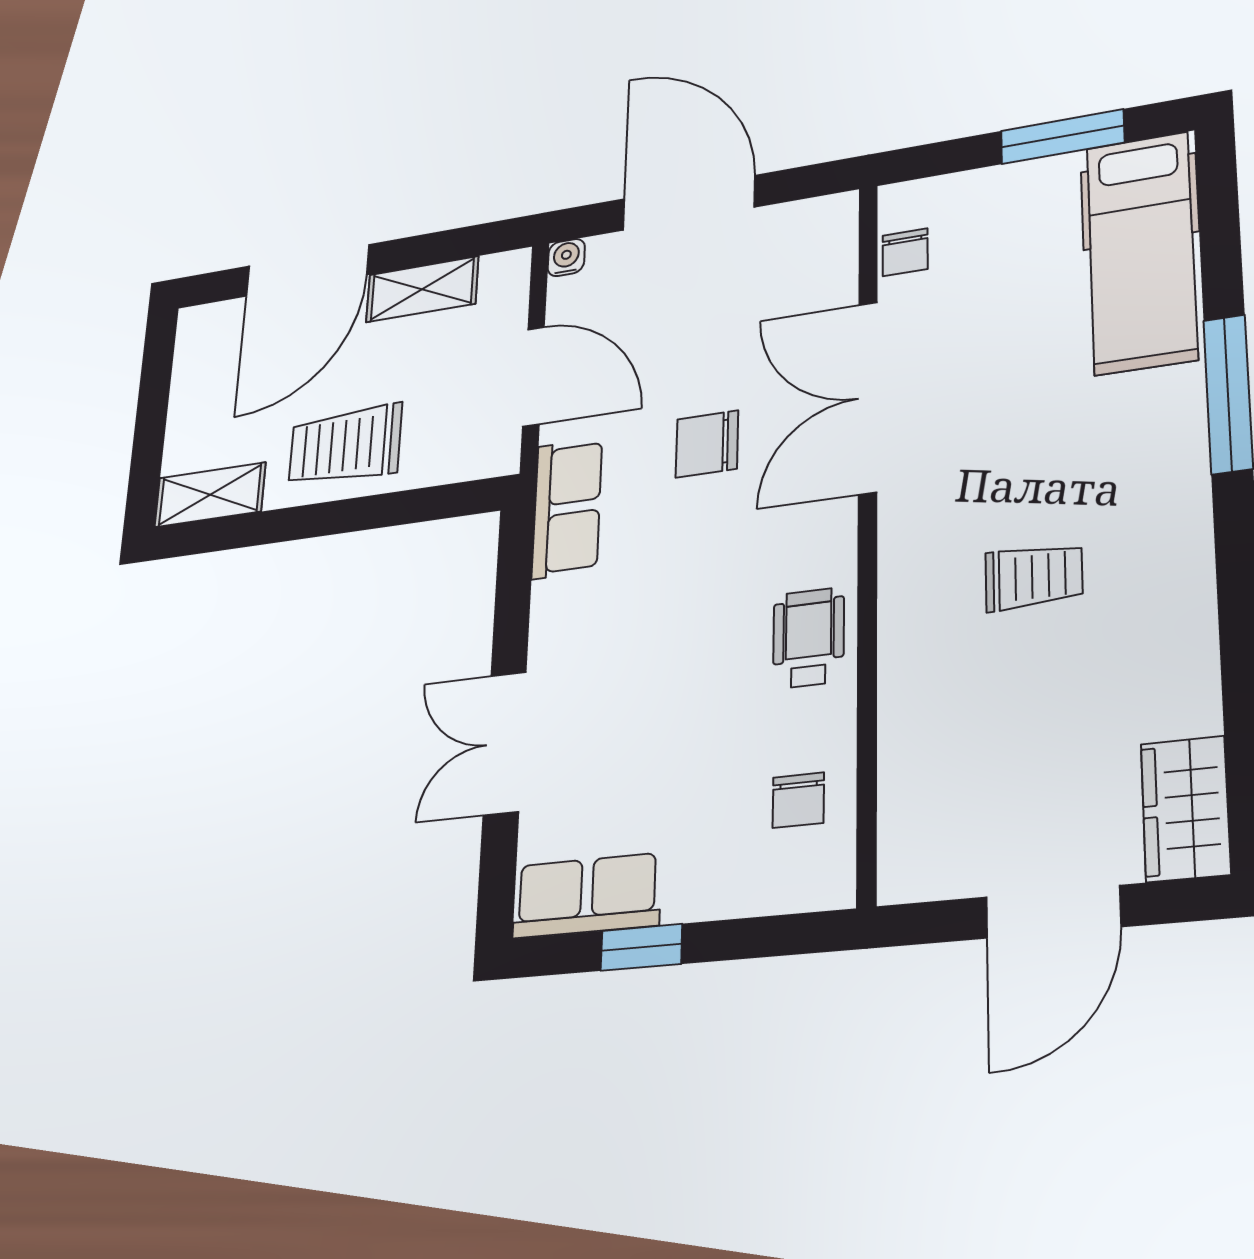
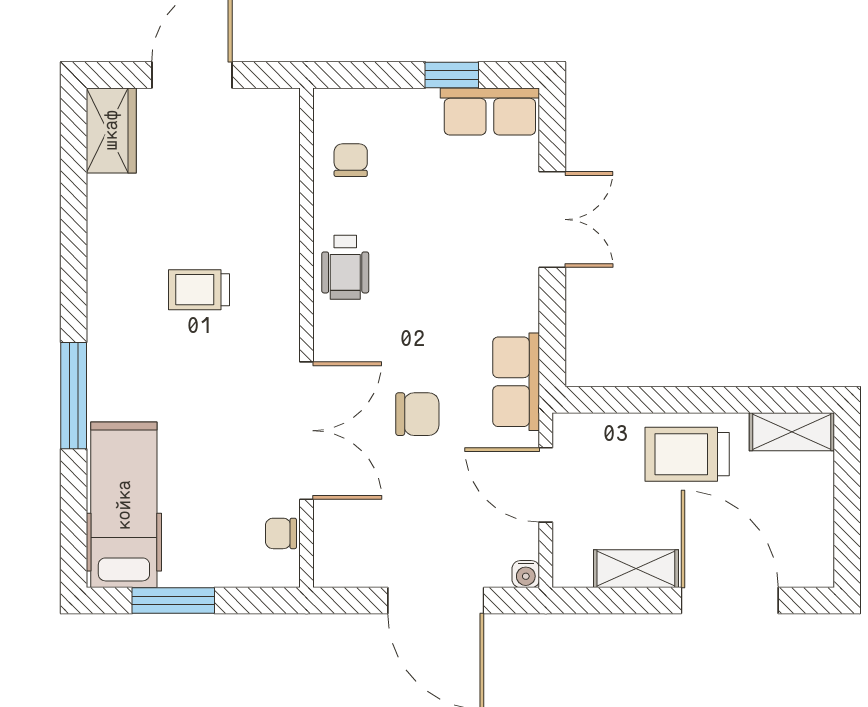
chair: (905, 252) -> (281, 533), turned -90
door: (307, 270) -> (730, 601), hinge flipped
trolley: (345, 445) -> (687, 454), turned 180

